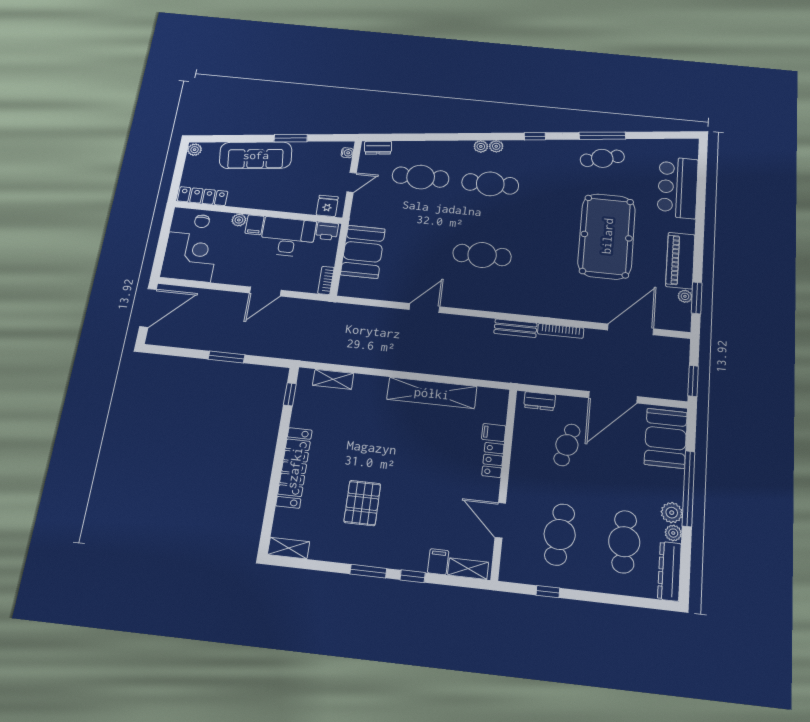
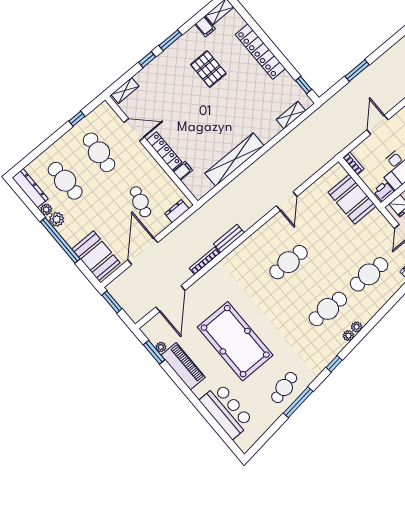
locker: (493, 460) -> (164, 151), width x1.53
filing cabinet: (438, 562) -> (205, 27), moved

